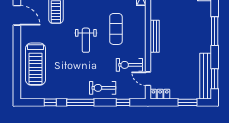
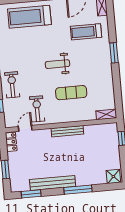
bench: (206, 76) -> (53, 183), moved

